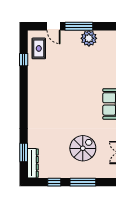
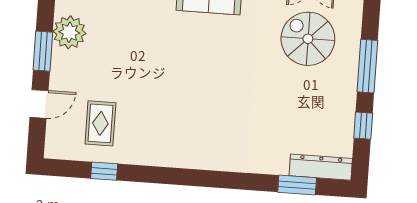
window: (79, 26) -> (43, 51), width x0.69
rug: (39, 48) -> (100, 123), moved, turned 90
spiral stairs: (83, 148) -> (308, 39), moved

